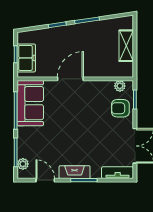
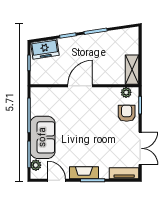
shelving: (126, 46) -> (132, 70), moved
freezer: (26, 58) -> (45, 49), moved, turned 82
sofa: (30, 103) -> (43, 137), moved
armchair: (120, 108) -> (127, 113), turned 90

